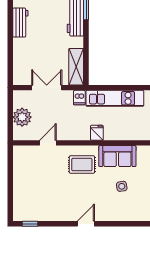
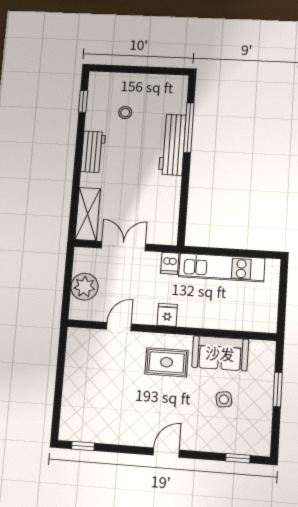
shelving: (76, 67) -> (88, 214), moved
fridge: (97, 133) -> (167, 315), moved
window: (133, 224) -> (238, 458), added

